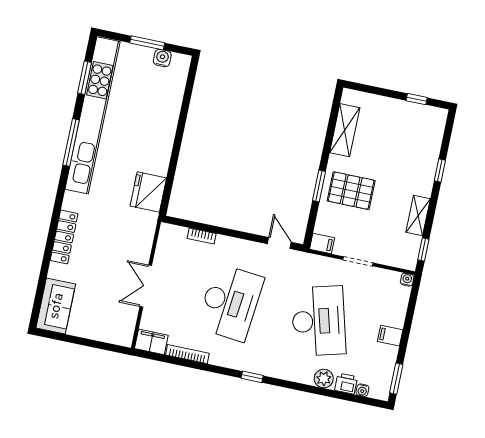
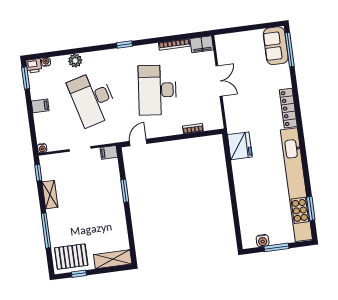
shelving: (345, 130) -> (113, 259), moved, turned 90
window: (71, 142) -> (290, 50), moved
window: (440, 171) -> (46, 230), width x2.17
pallet: (351, 191) -> (71, 257), moved
locker: (64, 237) -> (288, 108), moved
door: (279, 243) -> (138, 142), swing flipped
printer: (346, 384) -> (34, 66), moved

